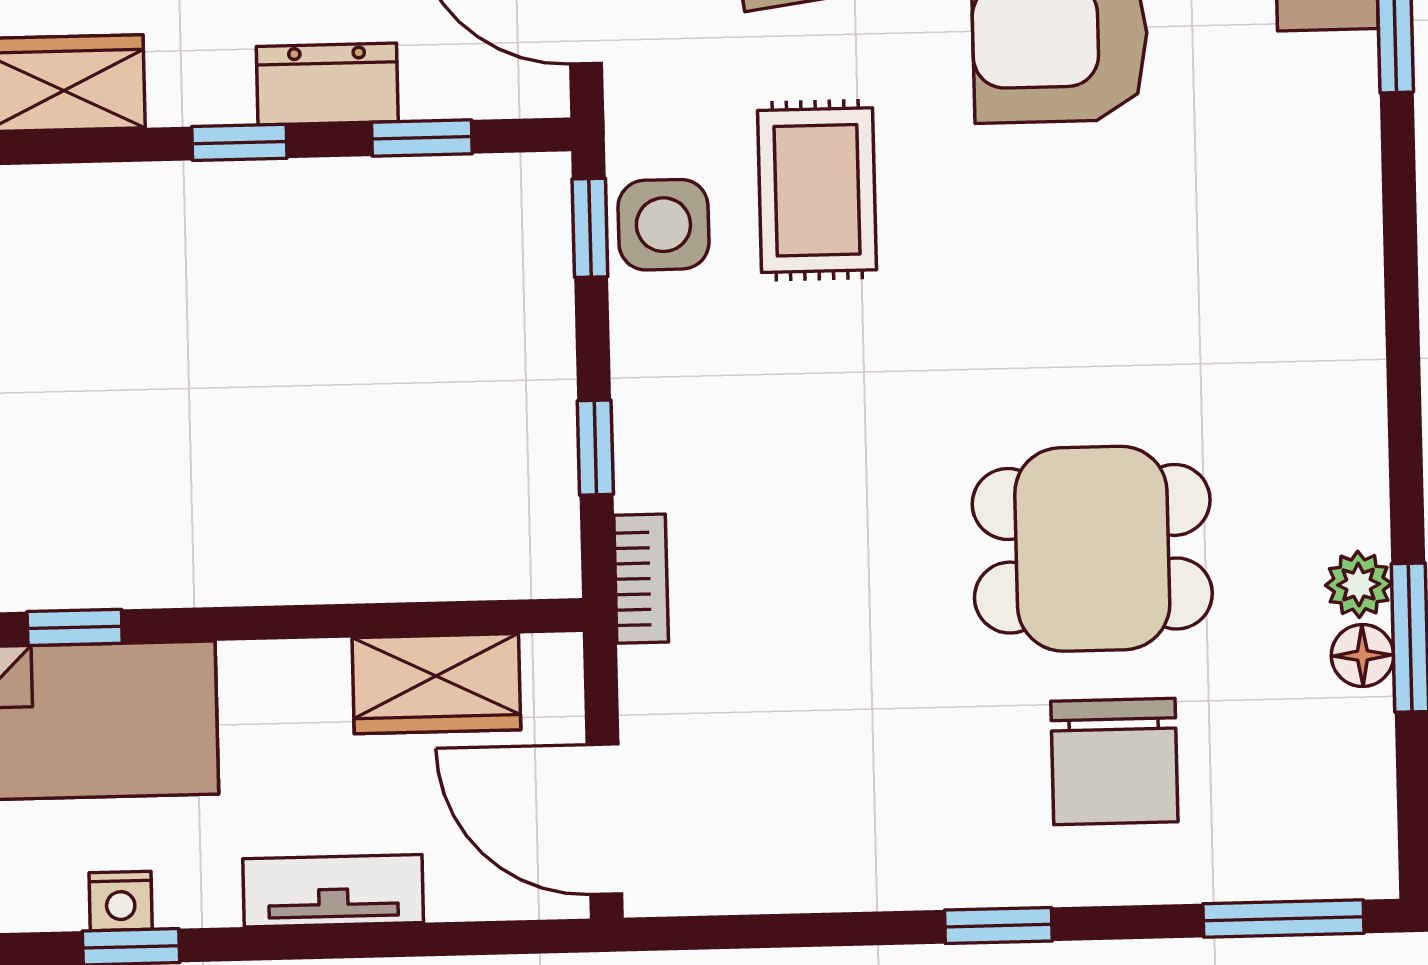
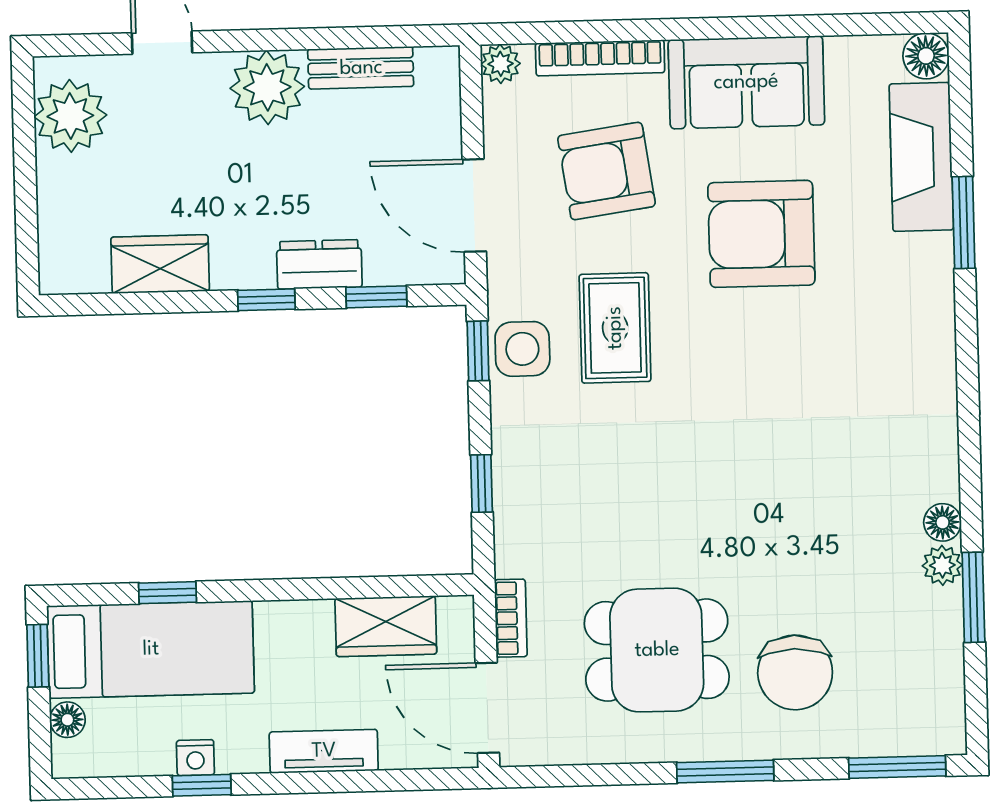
dining table: (1092, 549) -> (657, 650), moved
bookcase: (641, 579) -> (511, 618), moved
floor lamp: (1362, 655) -> (942, 522), moved
window: (998, 926) -> (725, 772), width x1.50

